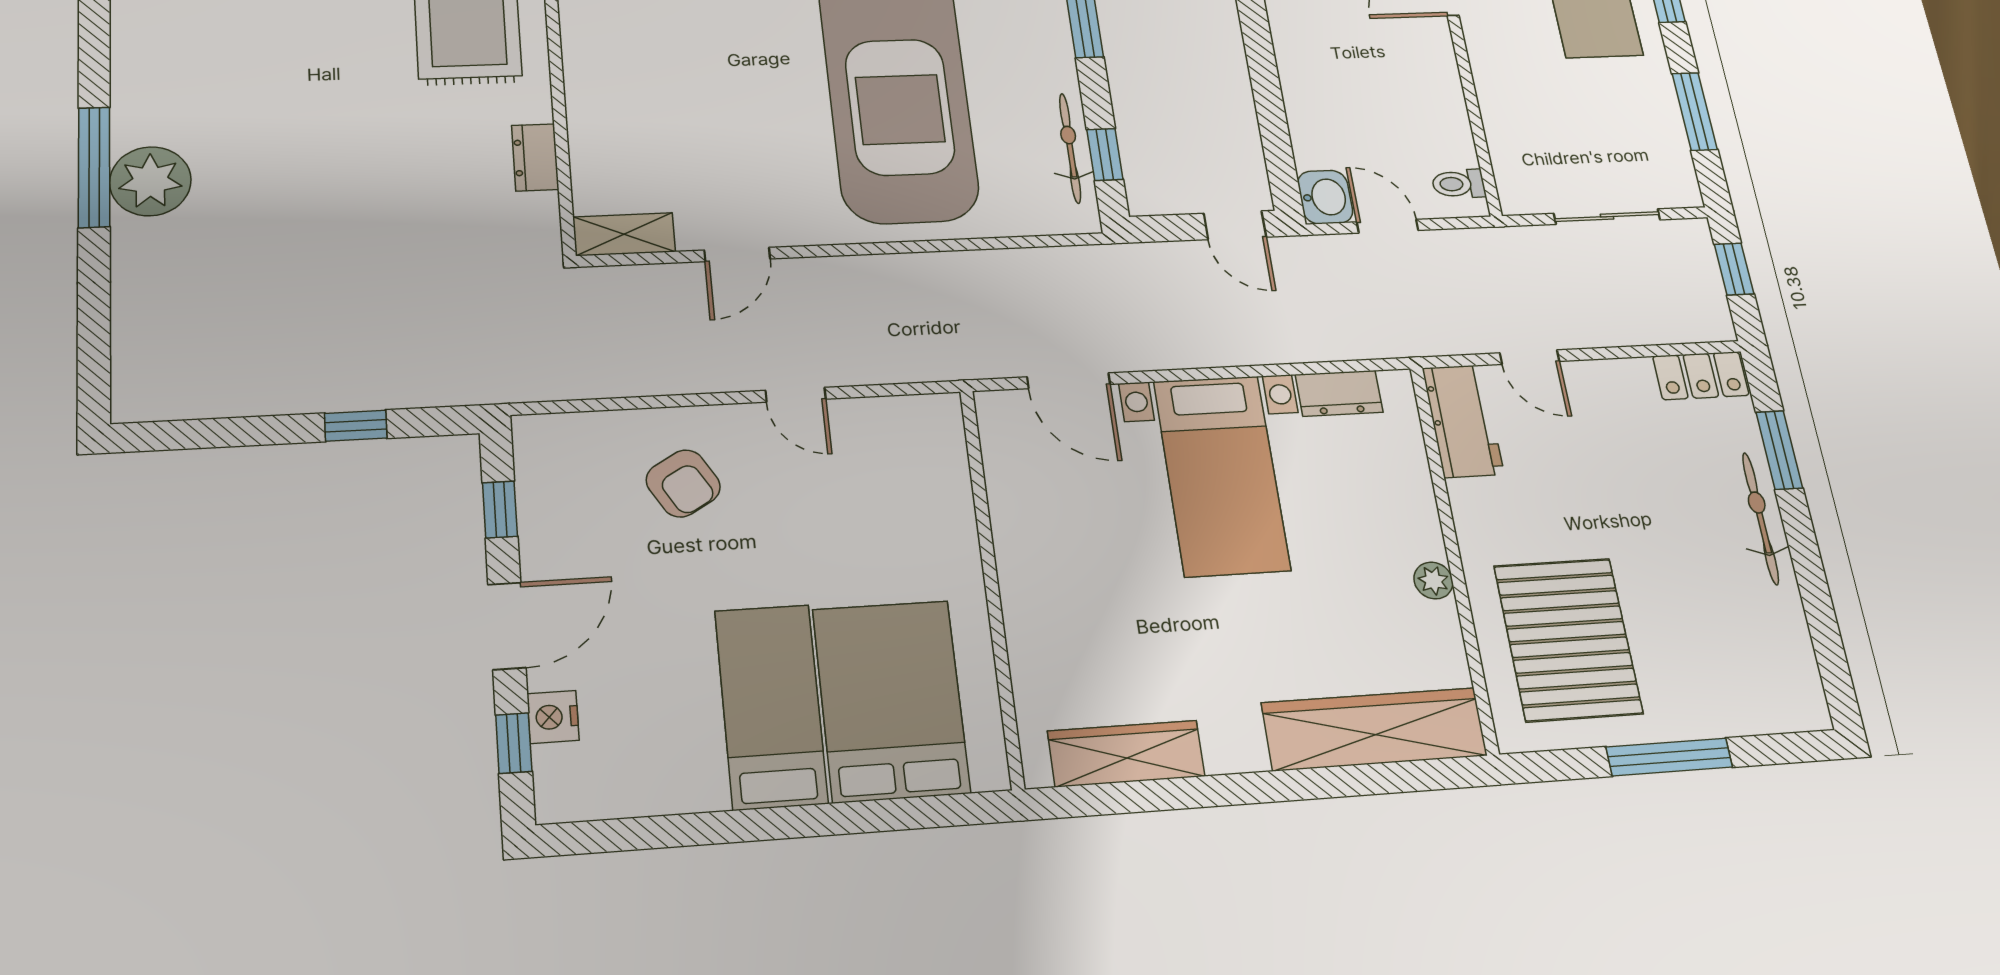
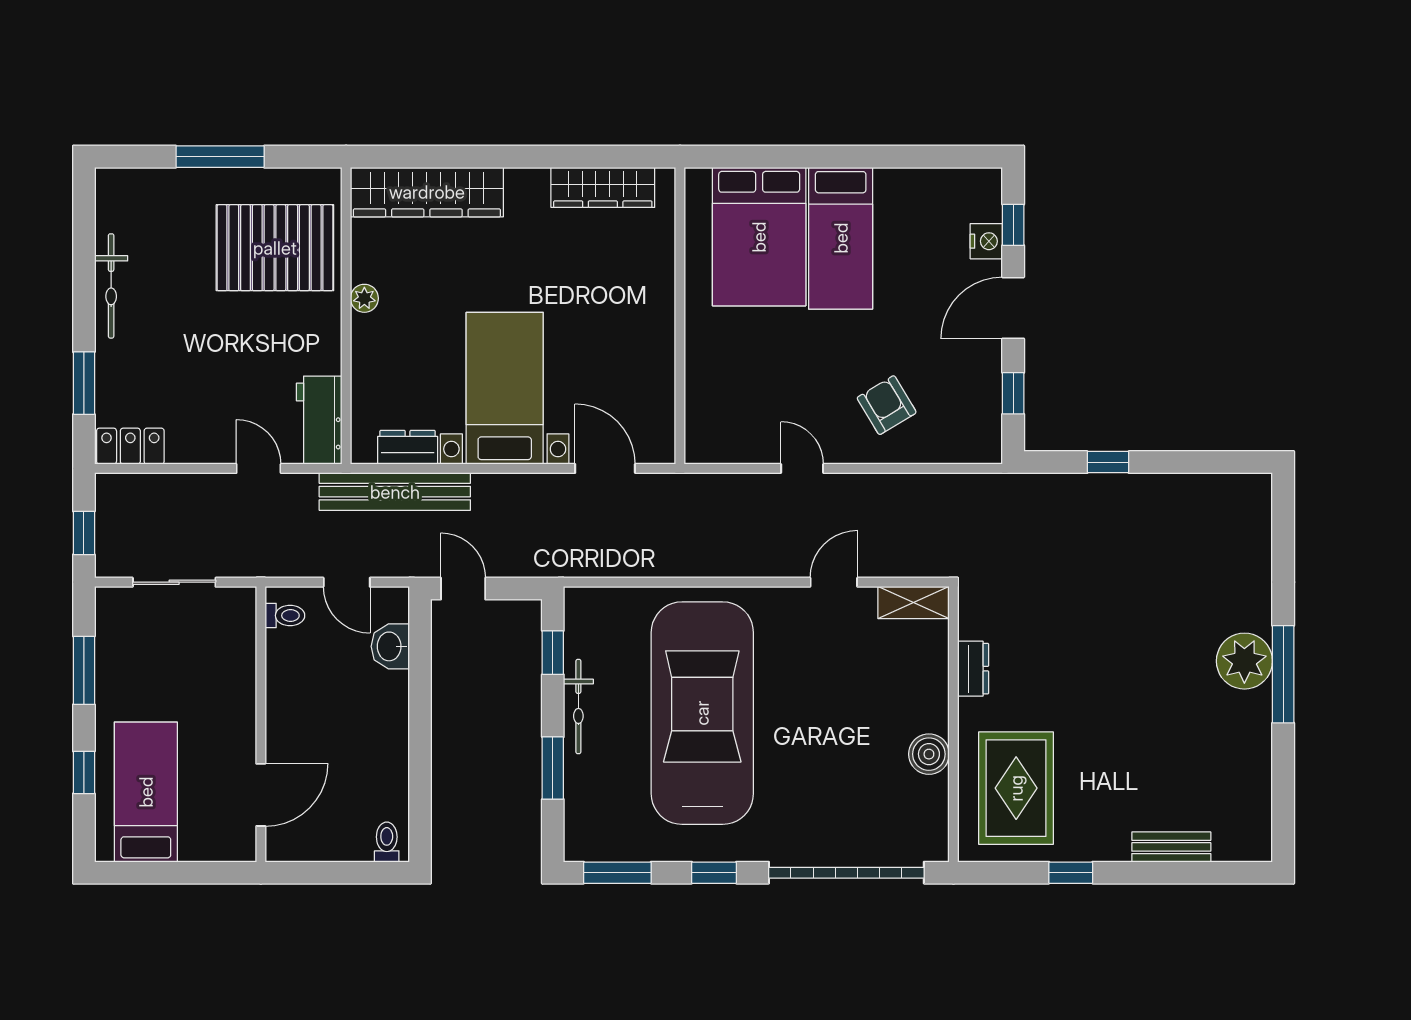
boiler: (589, 54) -> (929, 754), added
bicycle: (1070, 148) -> (578, 707), moved
washbasin: (1325, 197) -> (390, 646), moved
bench: (1346, 338) -> (395, 492), added
bicycle: (1761, 518) -> (111, 286), moved
pallet: (1568, 639) -> (275, 248), turned 90

